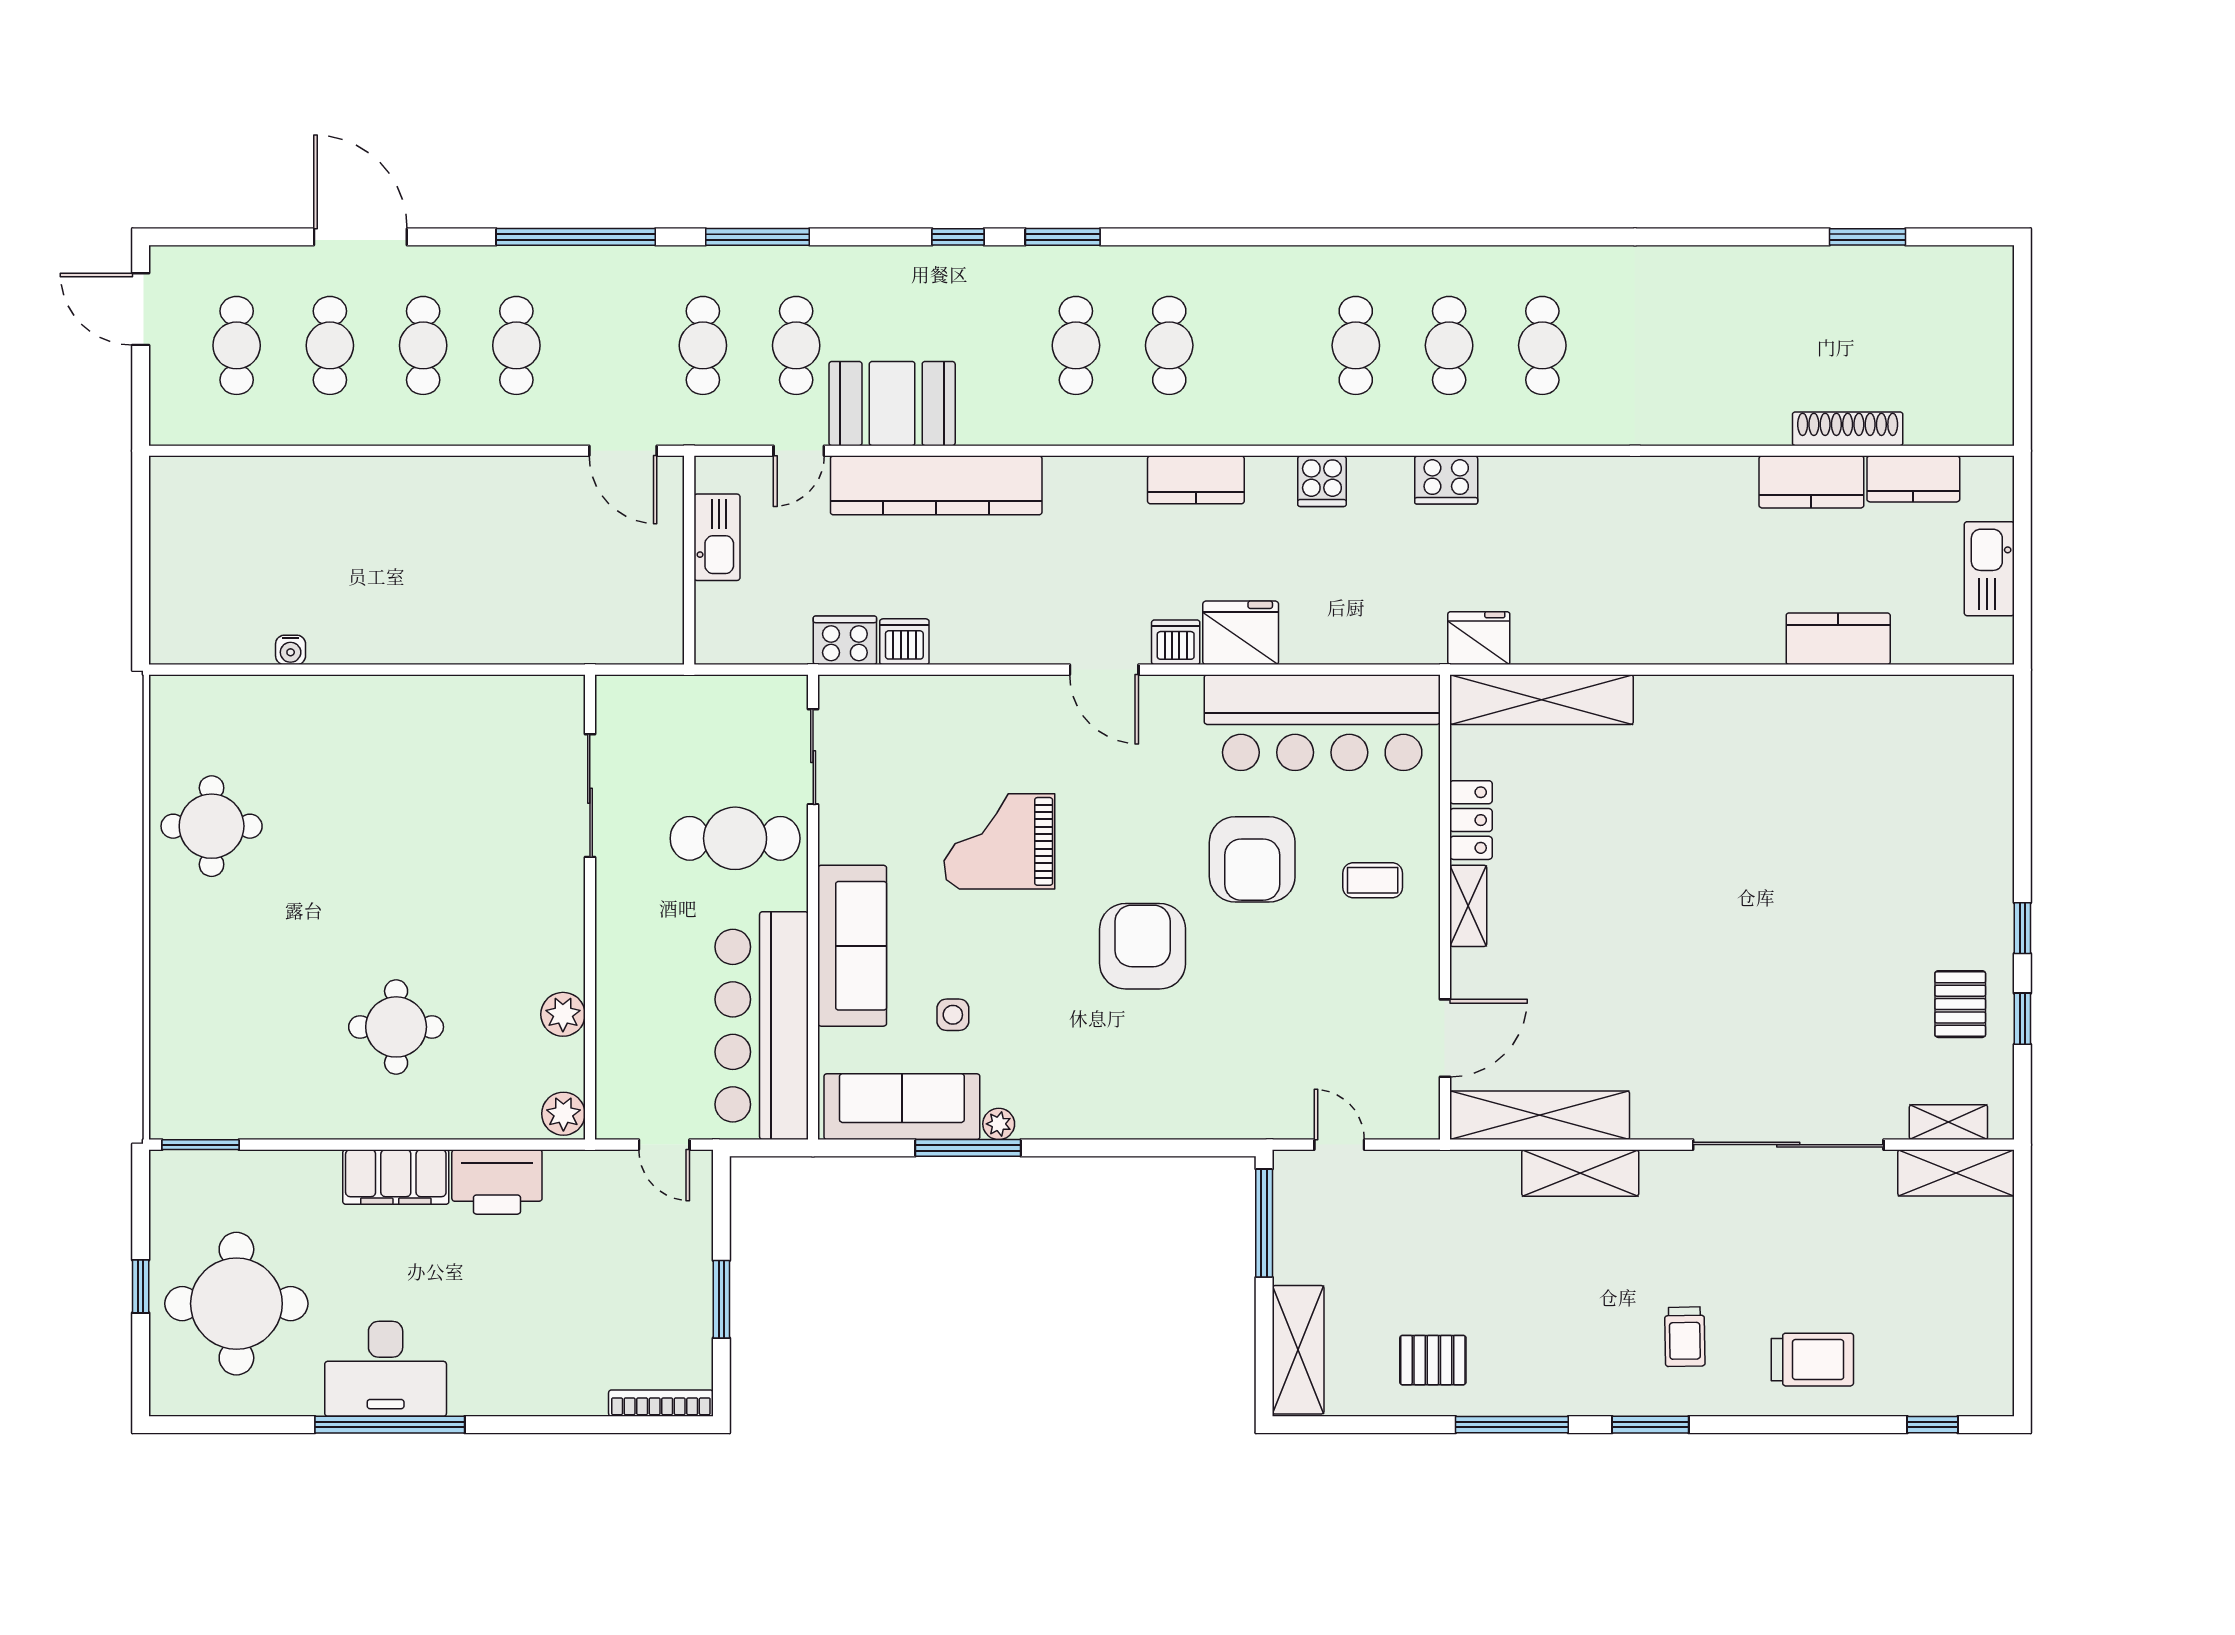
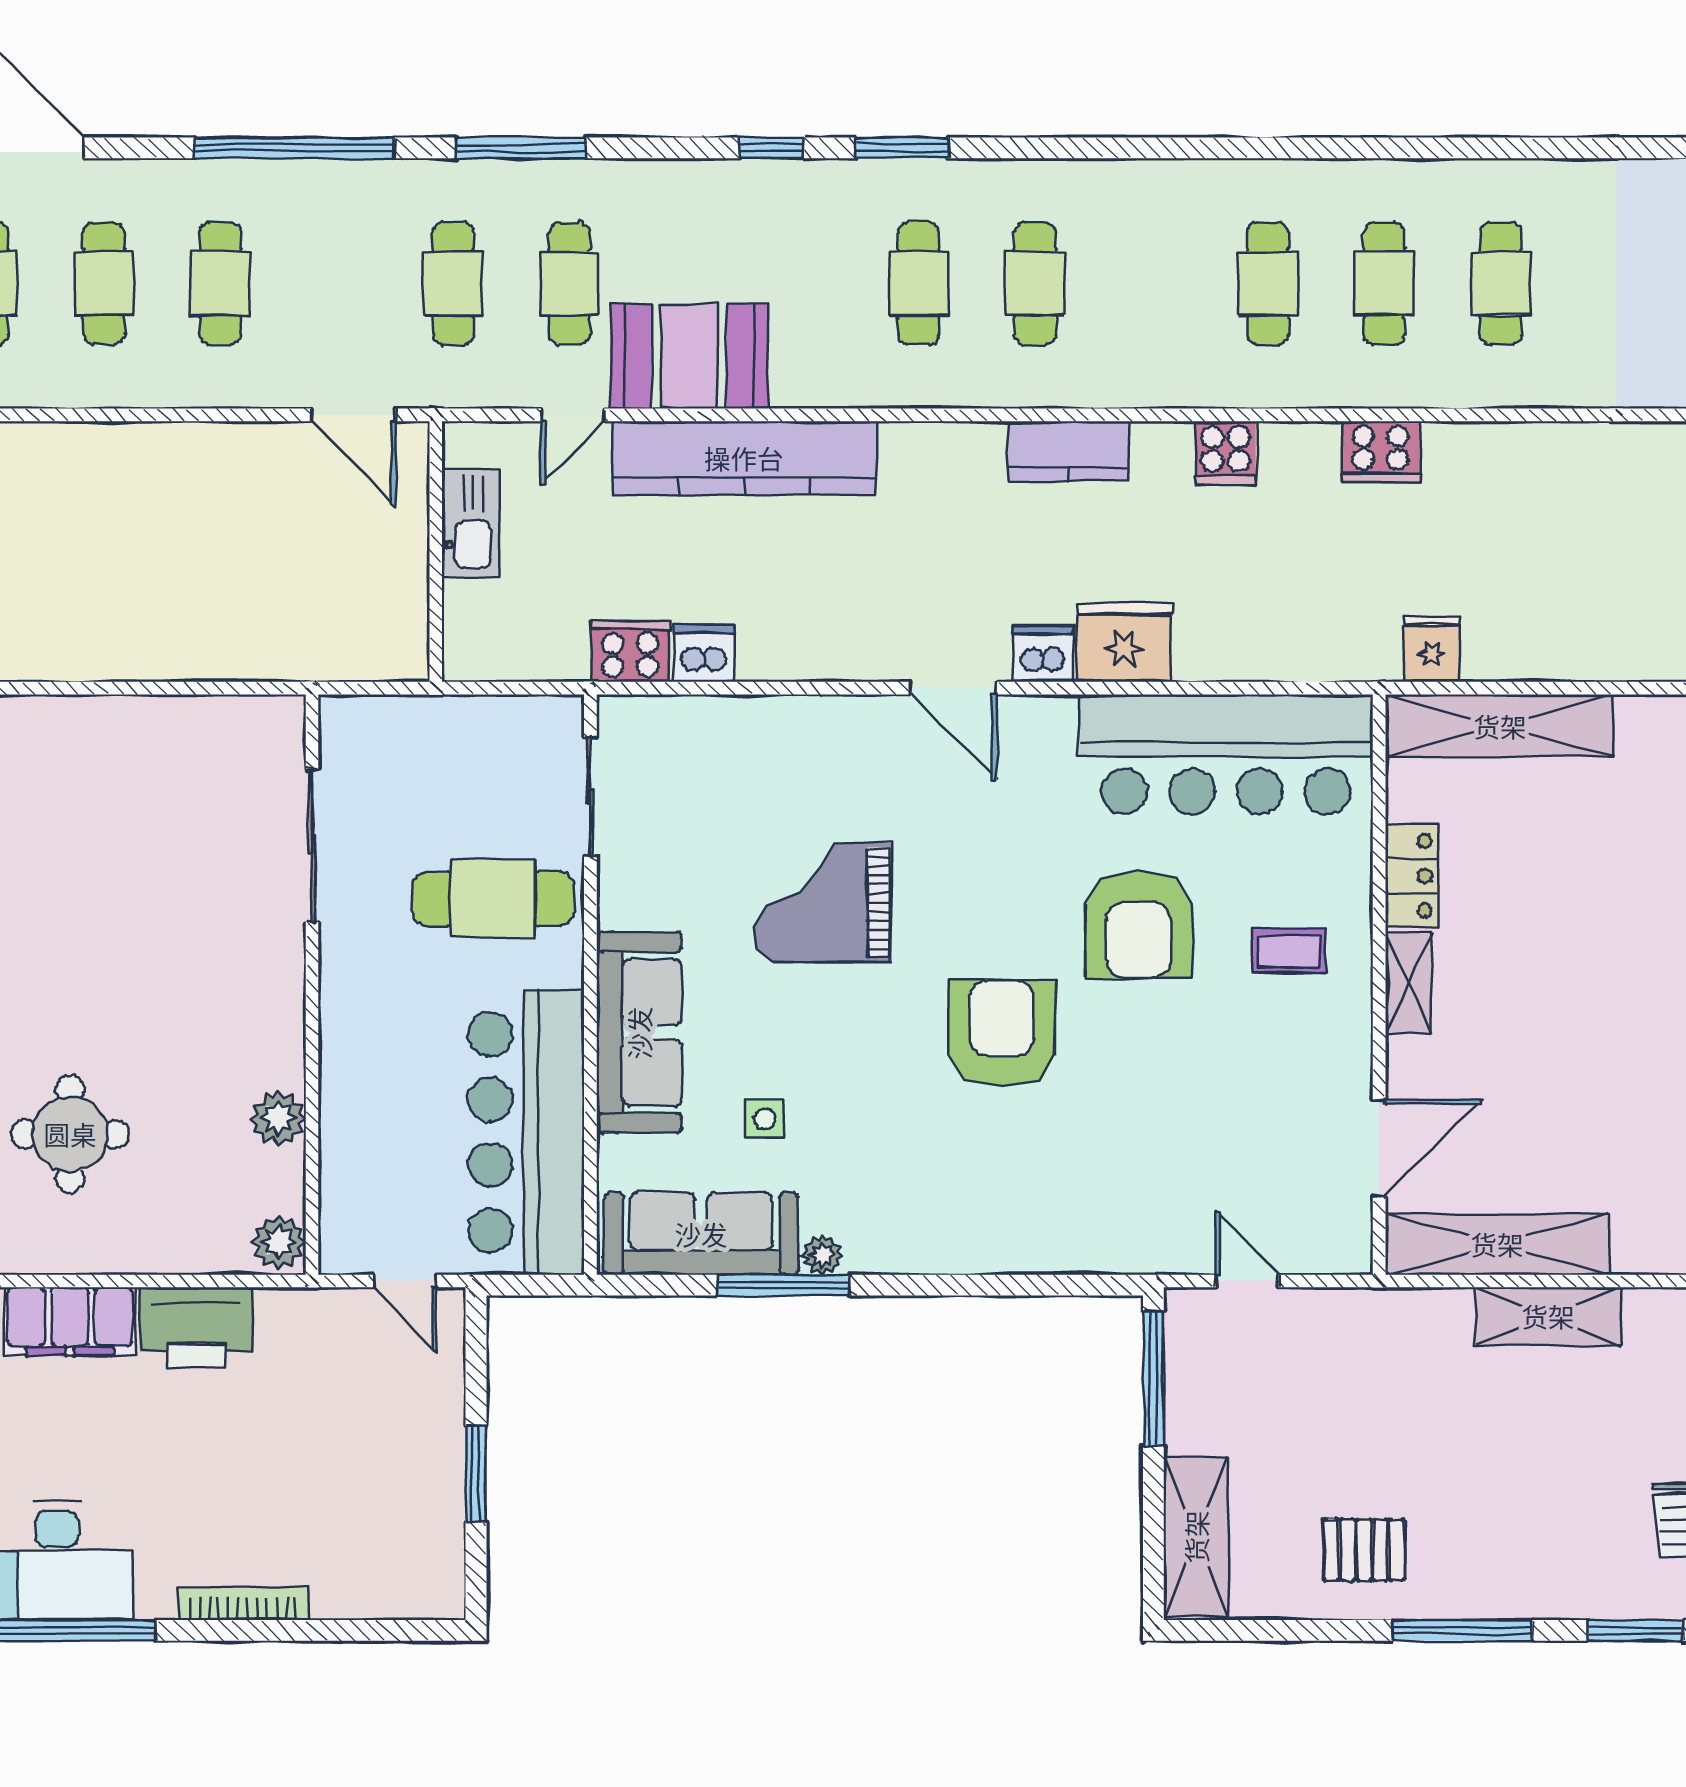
fridge: (1479, 638) -> (1432, 649), width x0.72
bookcase: (661, 1403) -> (243, 1603), moved

